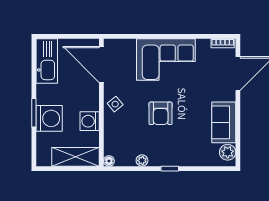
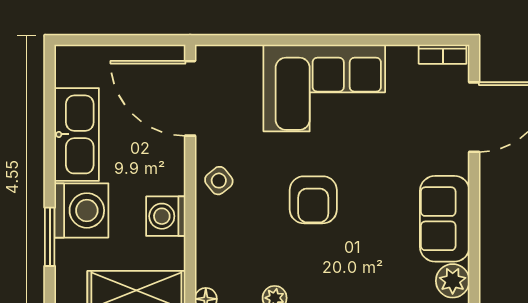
kitchen sink: (47, 61) -> (77, 134), moved
window: (34, 113) -> (50, 237), moved

